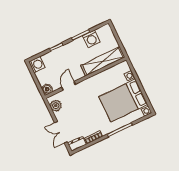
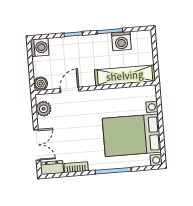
double door: (61, 132) -> (37, 145), swing flipped

